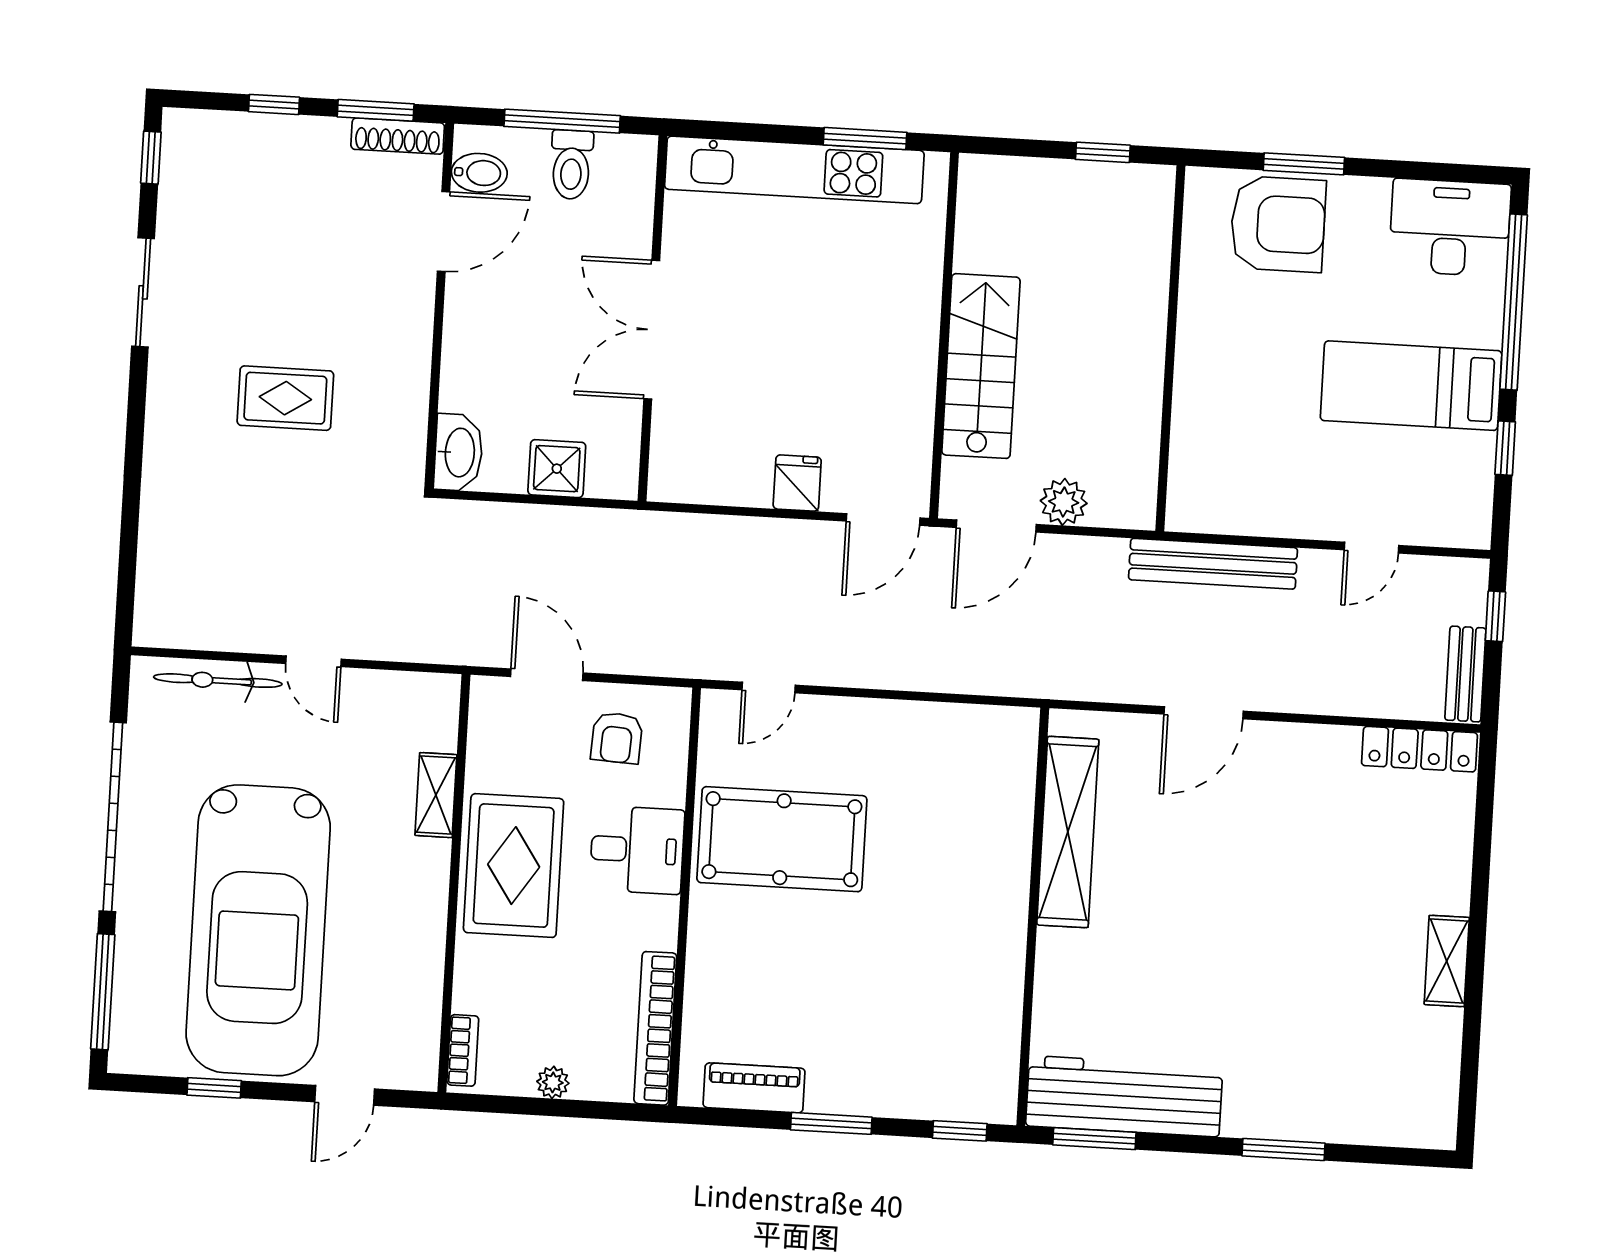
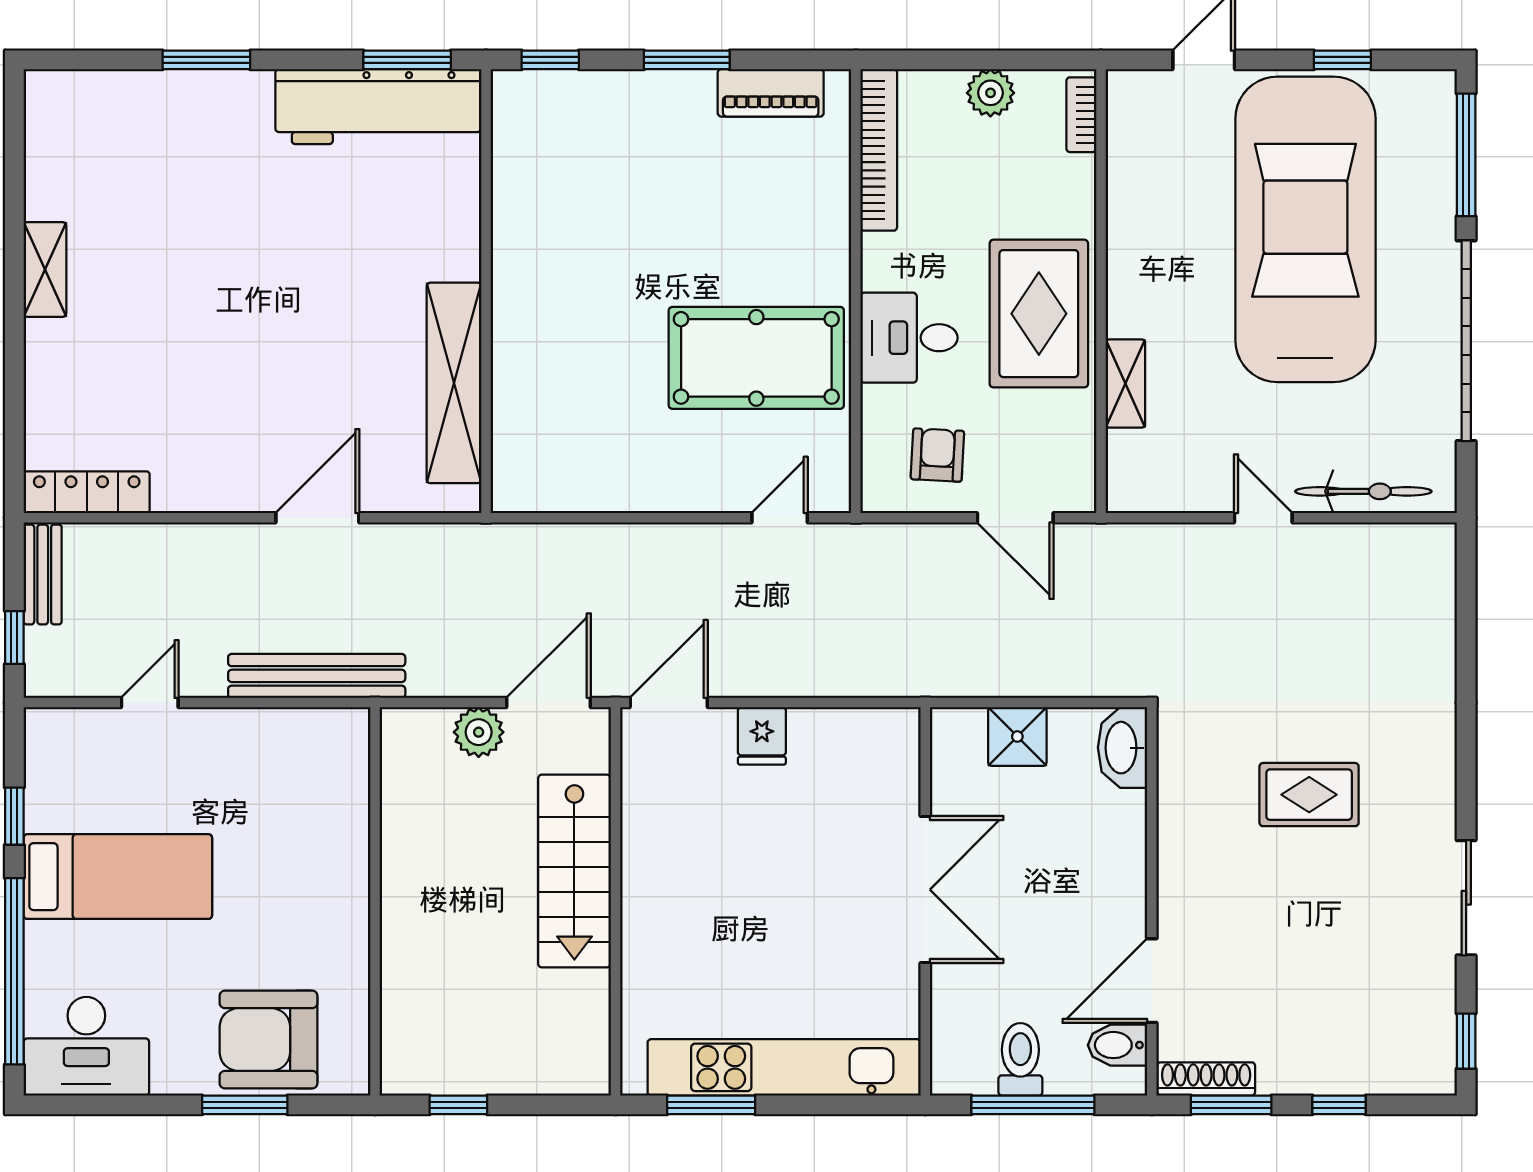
plant: (553, 1082) -> (990, 93), width x1.38, depth x1.38

